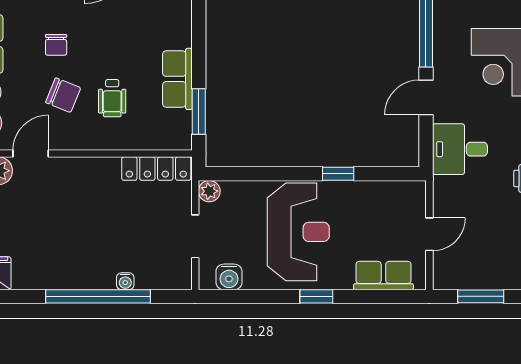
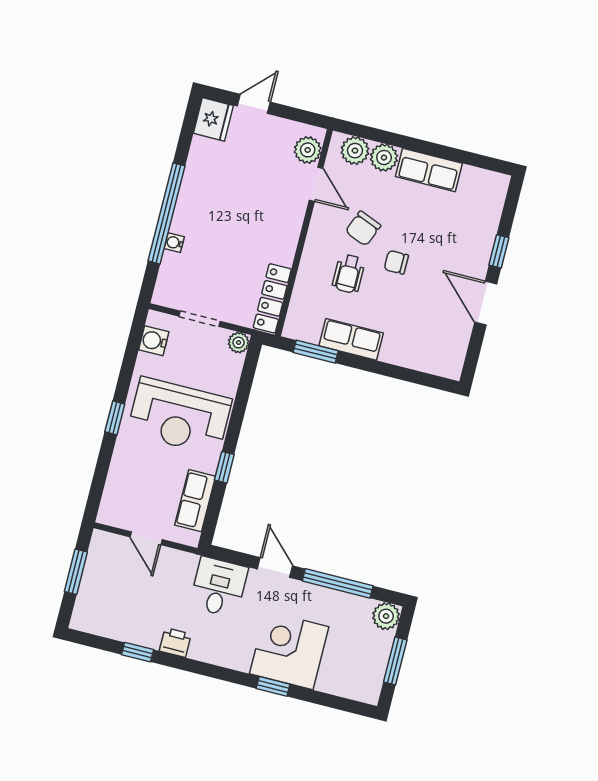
chair: (56, 45) -> (396, 262), moved
wheelchair: (112, 98) -> (349, 274), turned -90
row of seats: (383, 276) -> (195, 501), moved, turned 180

